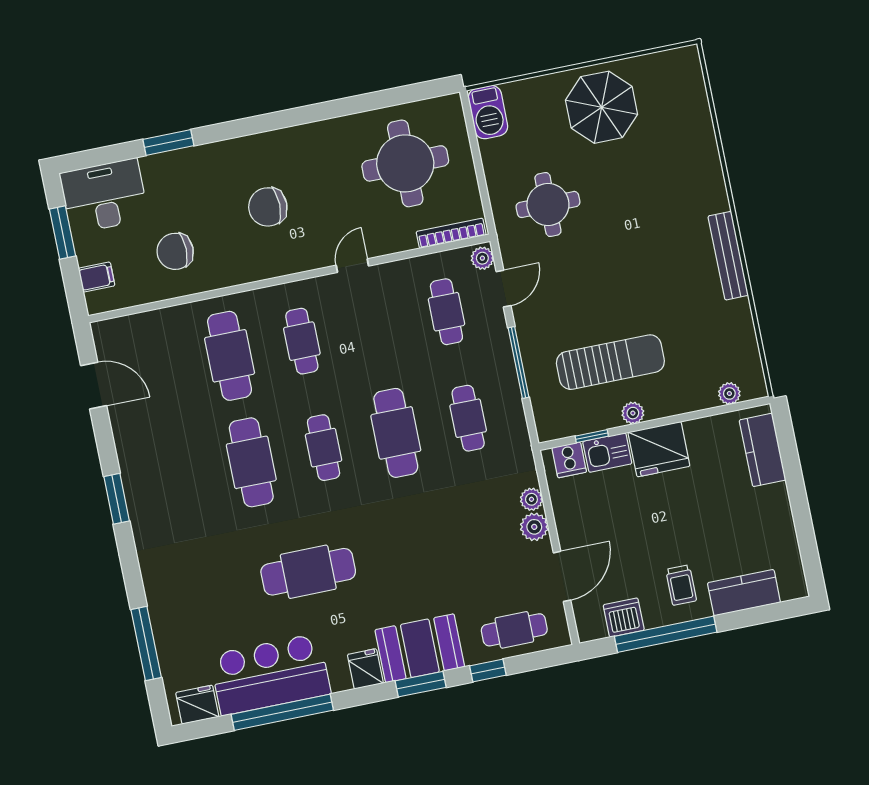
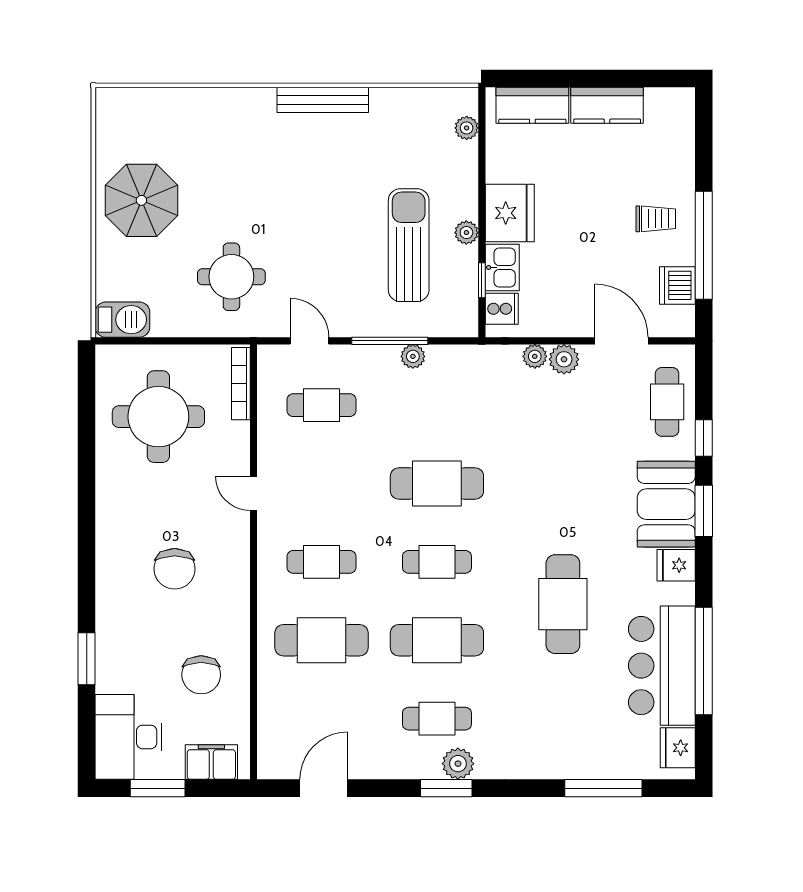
plant: (482, 258) -> (413, 356), moved
filing cabinet: (97, 277) -> (211, 762), width x2.00
cafe table: (468, 418) -> (437, 719), moved
plant: (141, 505) -> (458, 764), added
kitchen counter: (744, 593) -> (607, 105), moved, turned -90

